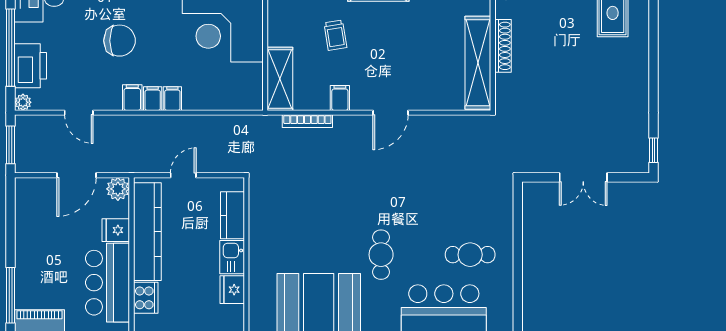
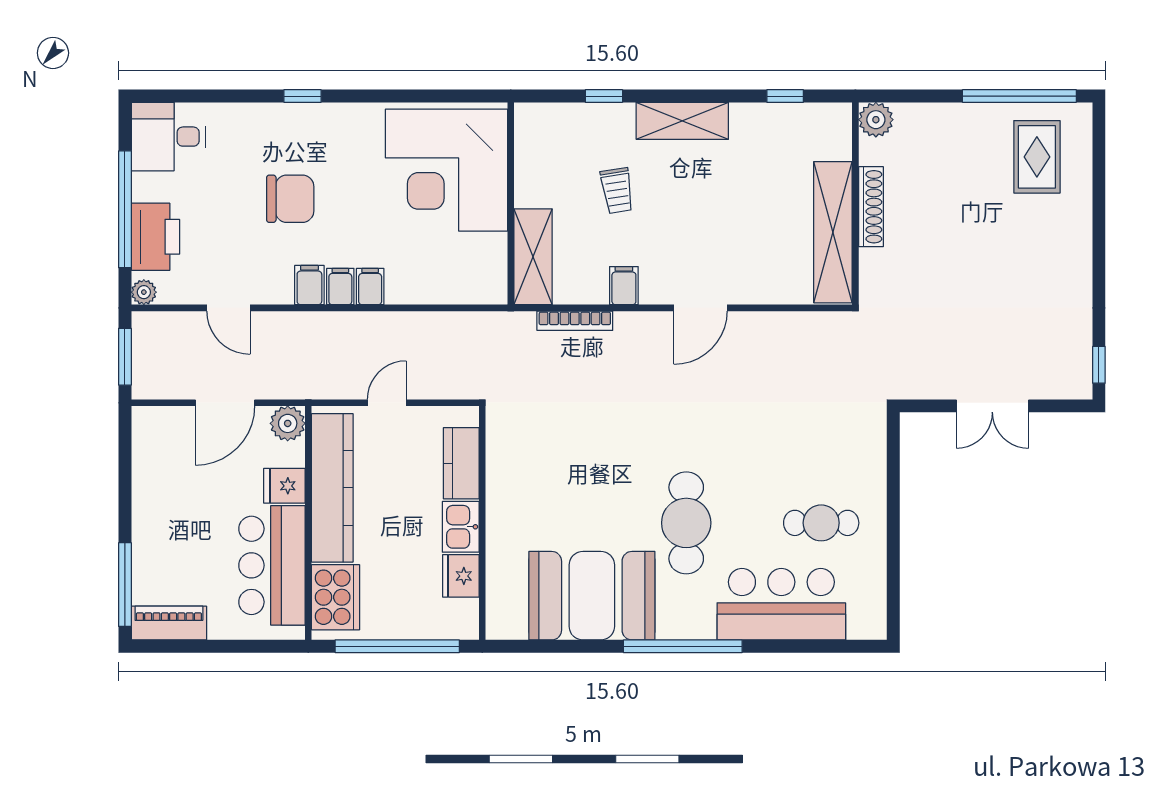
cafe table: (381, 255) -> (686, 523), width x1.37, depth x1.35
cooker: (146, 298) -> (336, 597), width x1.37, depth x1.31

